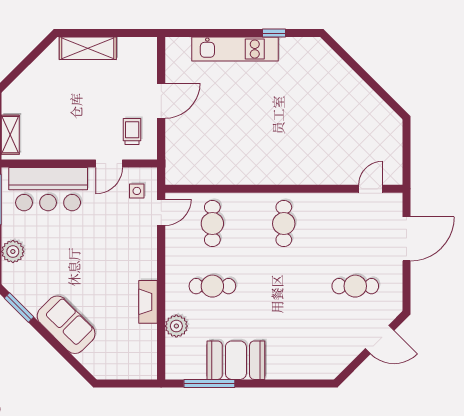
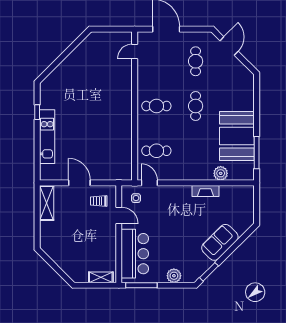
shelving: (88, 48) -> (47, 203), moved
door: (371, 189) -> (135, 52), hinge flipped
cafe table: (212, 286) -> (196, 106), moved
booth: (236, 360) -> (237, 136), width x1.36, depth x1.42

